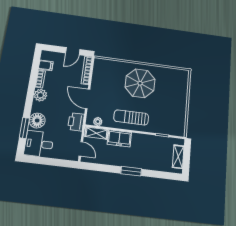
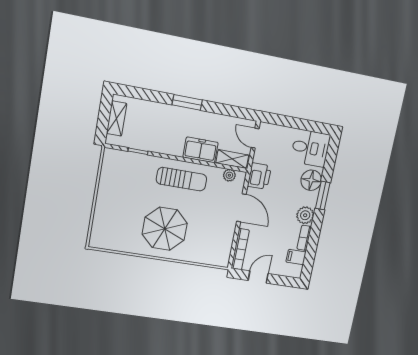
window: (24, 128) -> (323, 195), moved

